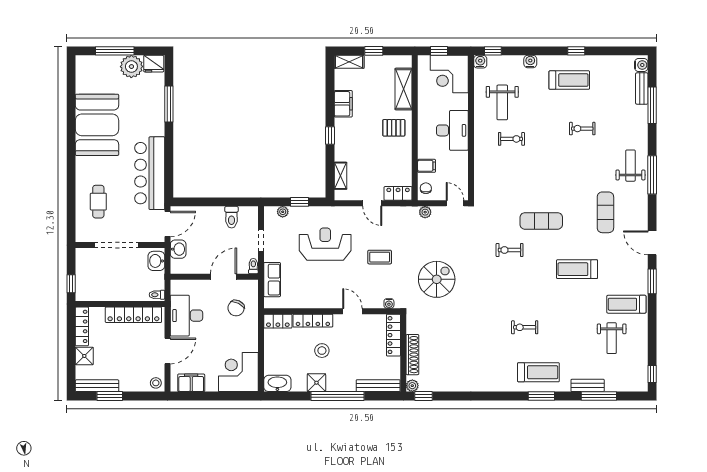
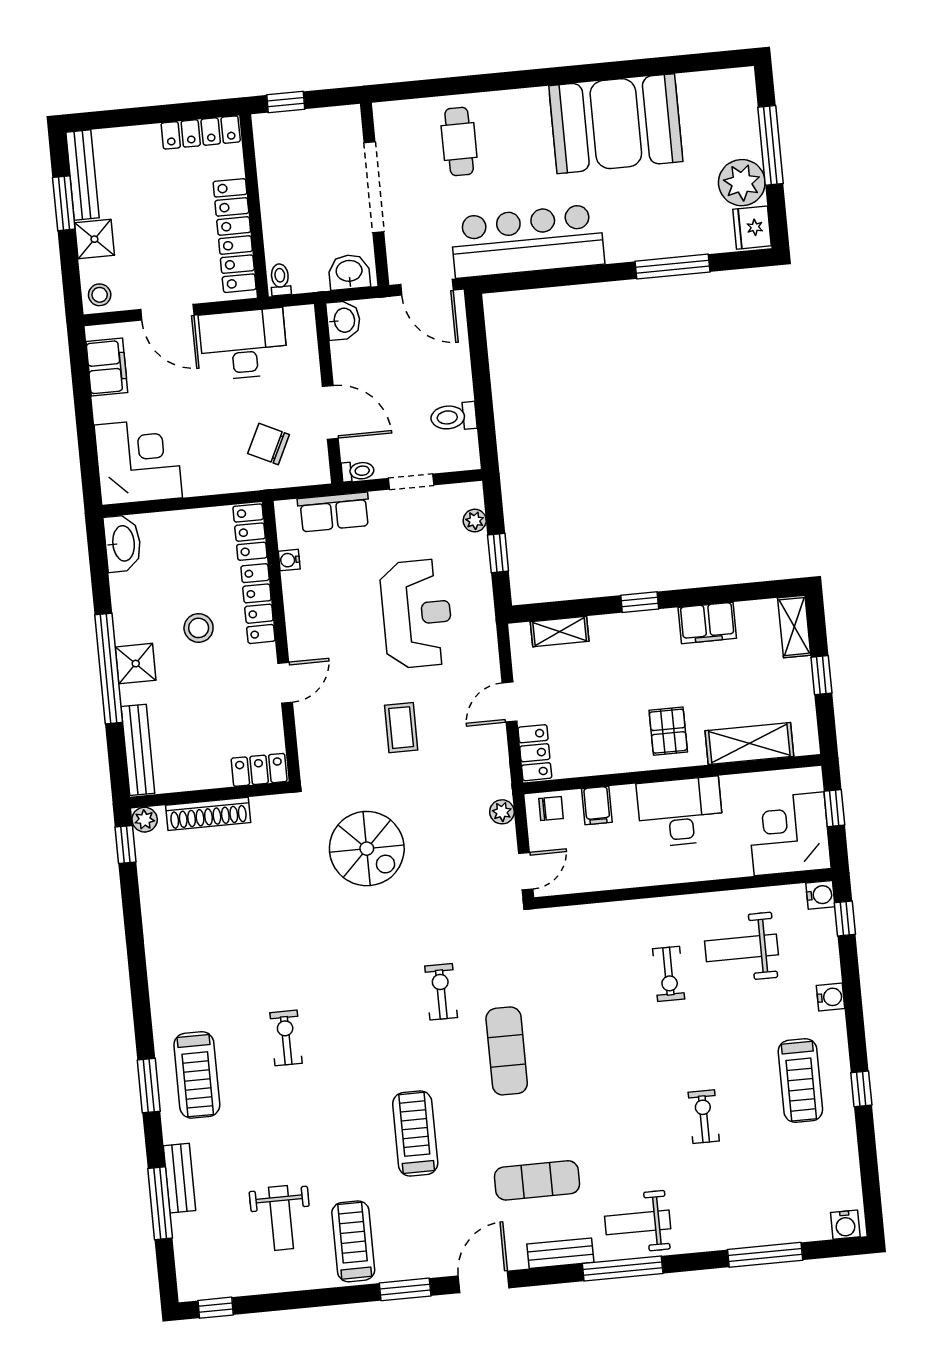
bench: (642, 88) -> (560, 1253), moved
desk: (452, 130) -> (680, 812), moved, turned 180
weight bench: (630, 166) -> (638, 1222), turned 180
cafe table: (98, 202) -> (459, 141), turned 90
washbasin: (178, 249) -> (343, 320), moved, turned -90
water cooler: (389, 303) -> (289, 560), moved
locker: (393, 335) -> (259, 770), width x0.66
weight bench: (612, 338) -> (281, 1218), turned -90
shower: (84, 356) -> (94, 239), moved
shower: (316, 383) -> (136, 664), moved

